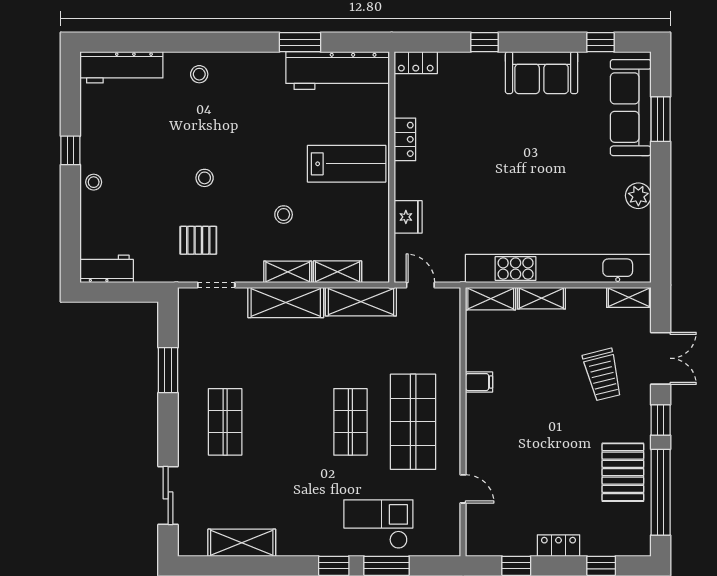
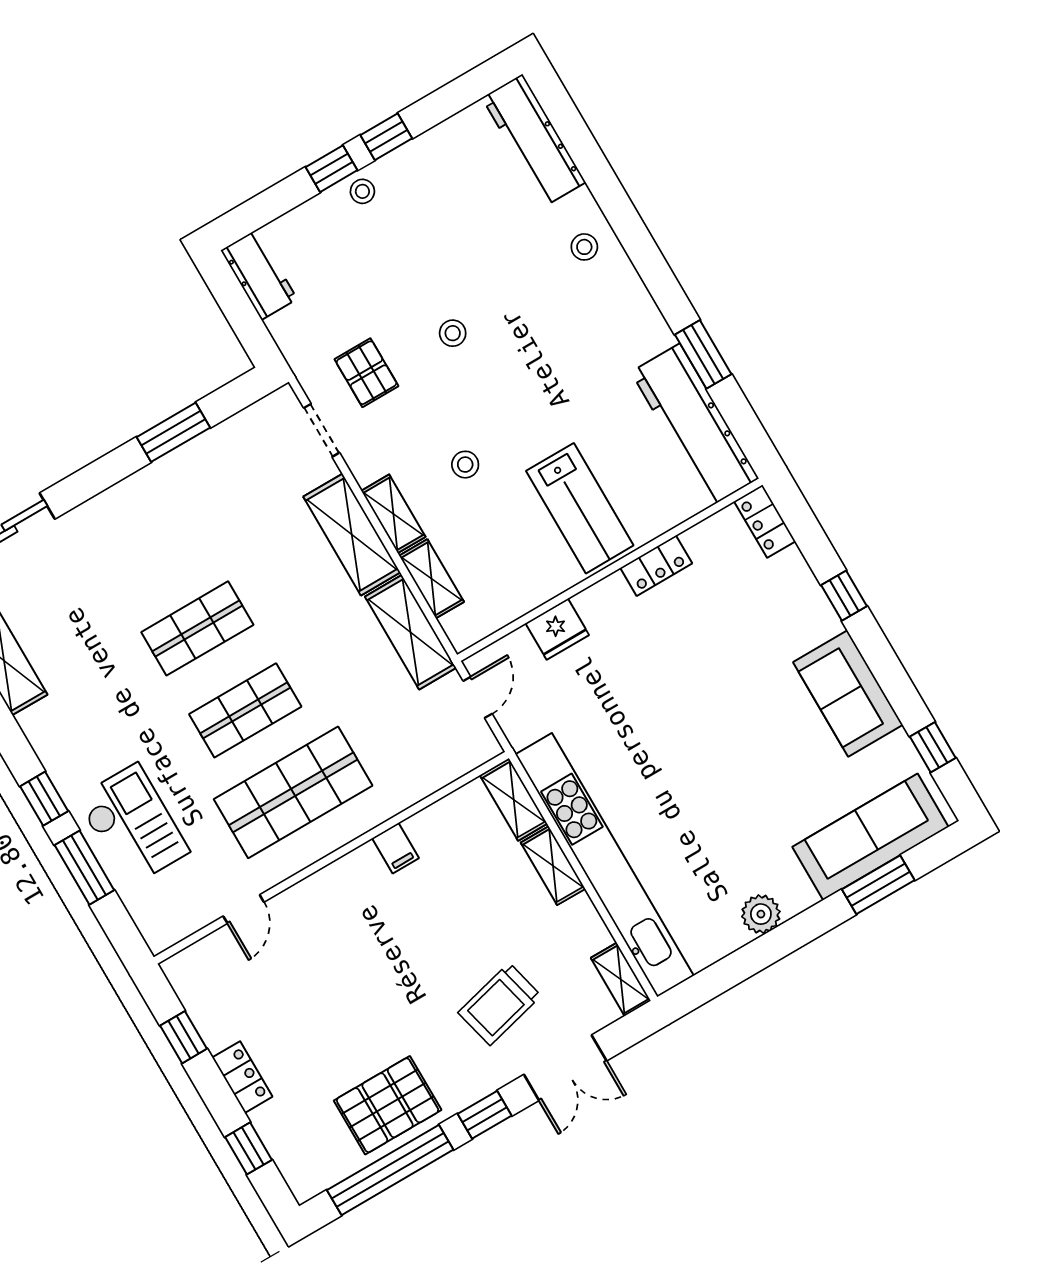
window: (70, 192) -> (332, 169), added
shop shelf: (225, 422) -> (197, 628), moved

